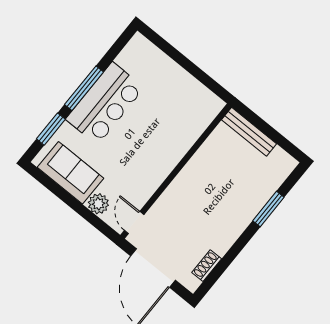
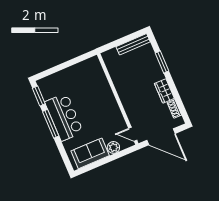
window: (51, 129) -> (39, 96), moved
bench: (249, 132) -> (133, 44), moved
wardrobe: (226, 236) -> (164, 91), added

